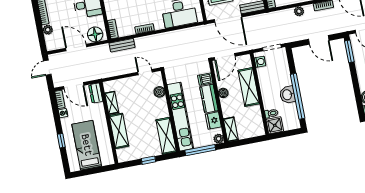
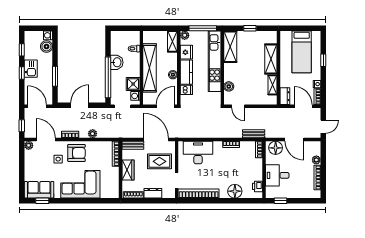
door: (319, 40) -> (80, 105), hinge flipped
window: (349, 51) -> (55, 76), moved
shelving: (249, 87) -> (149, 68), width x1.47
window: (298, 96) -> (108, 77), moved
shower: (275, 125) -> (133, 84), moved

